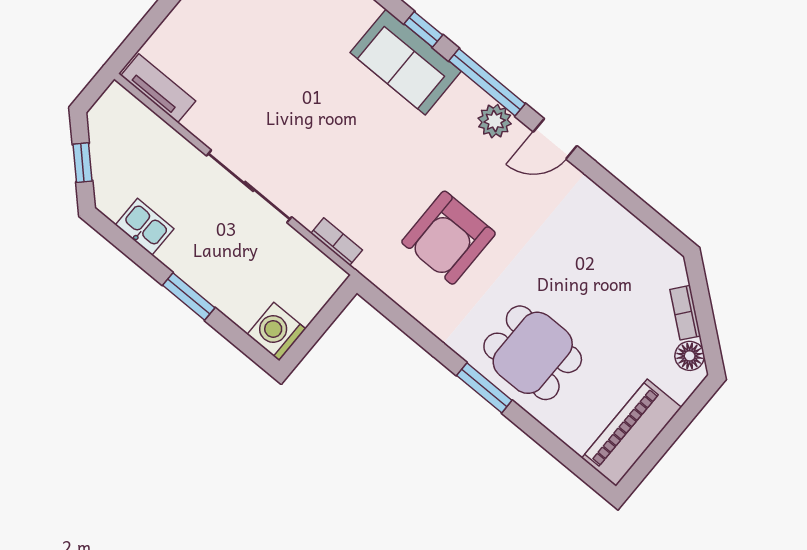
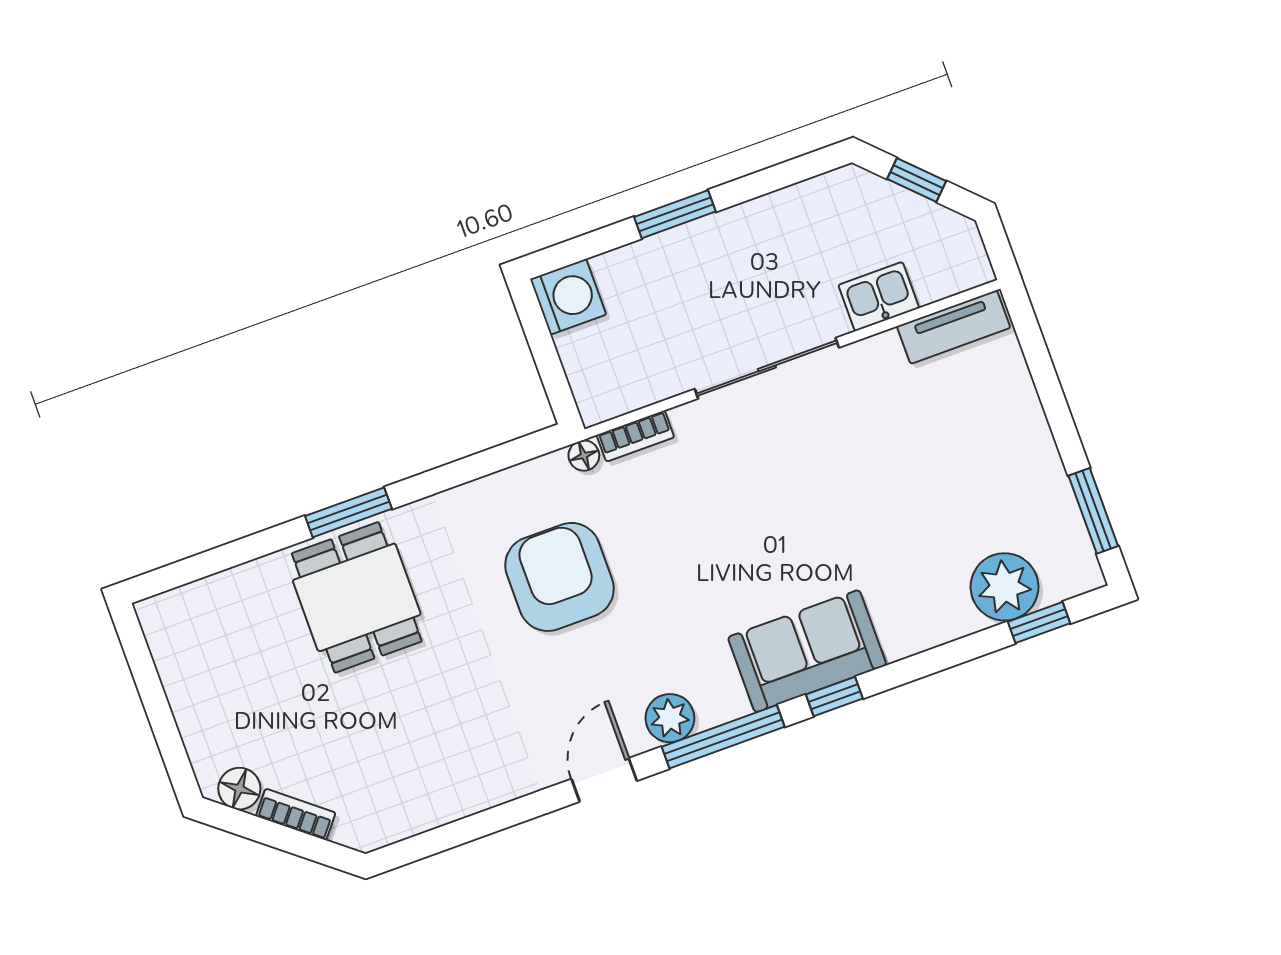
kitchen sink: (145, 227) -> (879, 297), moved, turned 180
floor lamp: (367, 266) -> (584, 456), added
dining table: (533, 353) -> (357, 597), turned 90
piano: (632, 433) -> (187, 661), removed

